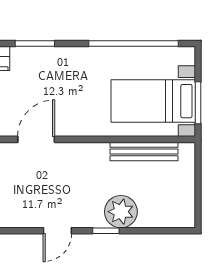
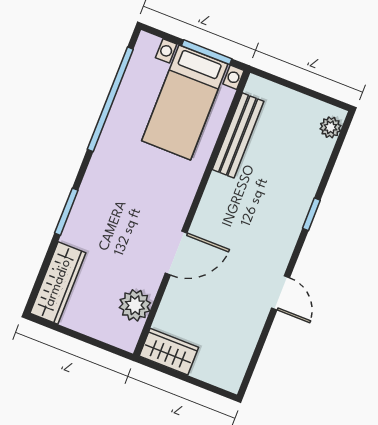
door: (36, 139) -> (176, 253), swing flipped
plant: (121, 212) -> (330, 127), moved, width x0.53, depth x0.53
door: (57, 231) -> (281, 293), moved

